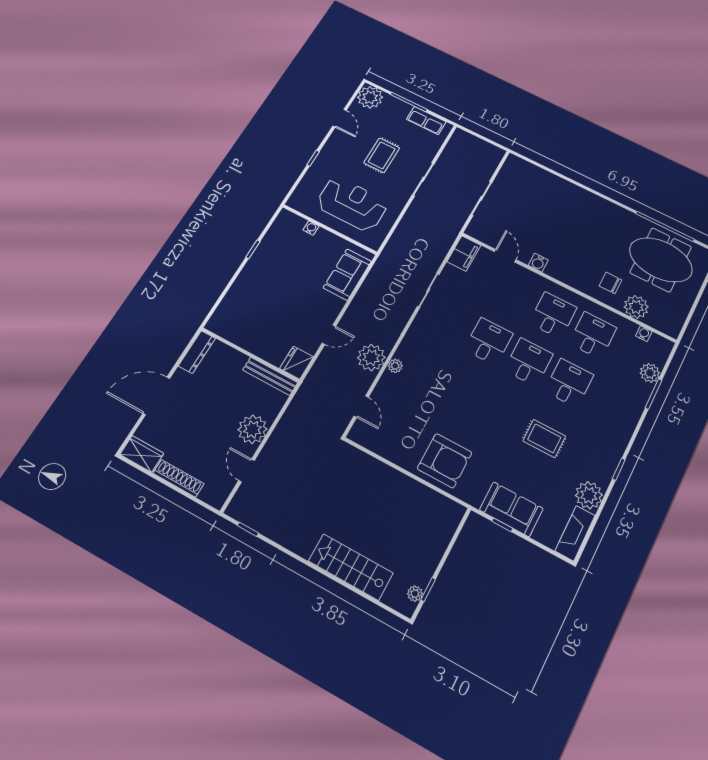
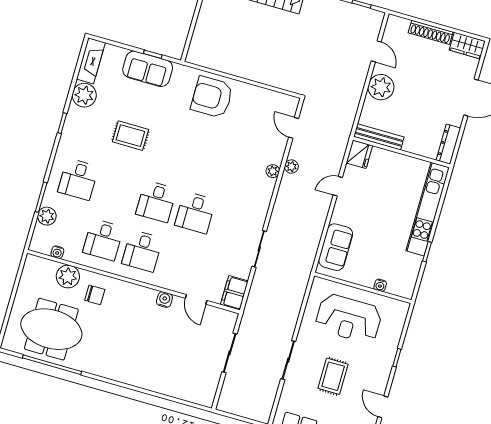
kitchen unit: (240, 291) -> (428, 209), added
plant: (371, 358) -> (291, 167), width x0.53, depth x0.53
desk: (569, 383) -> (78, 179), moved

